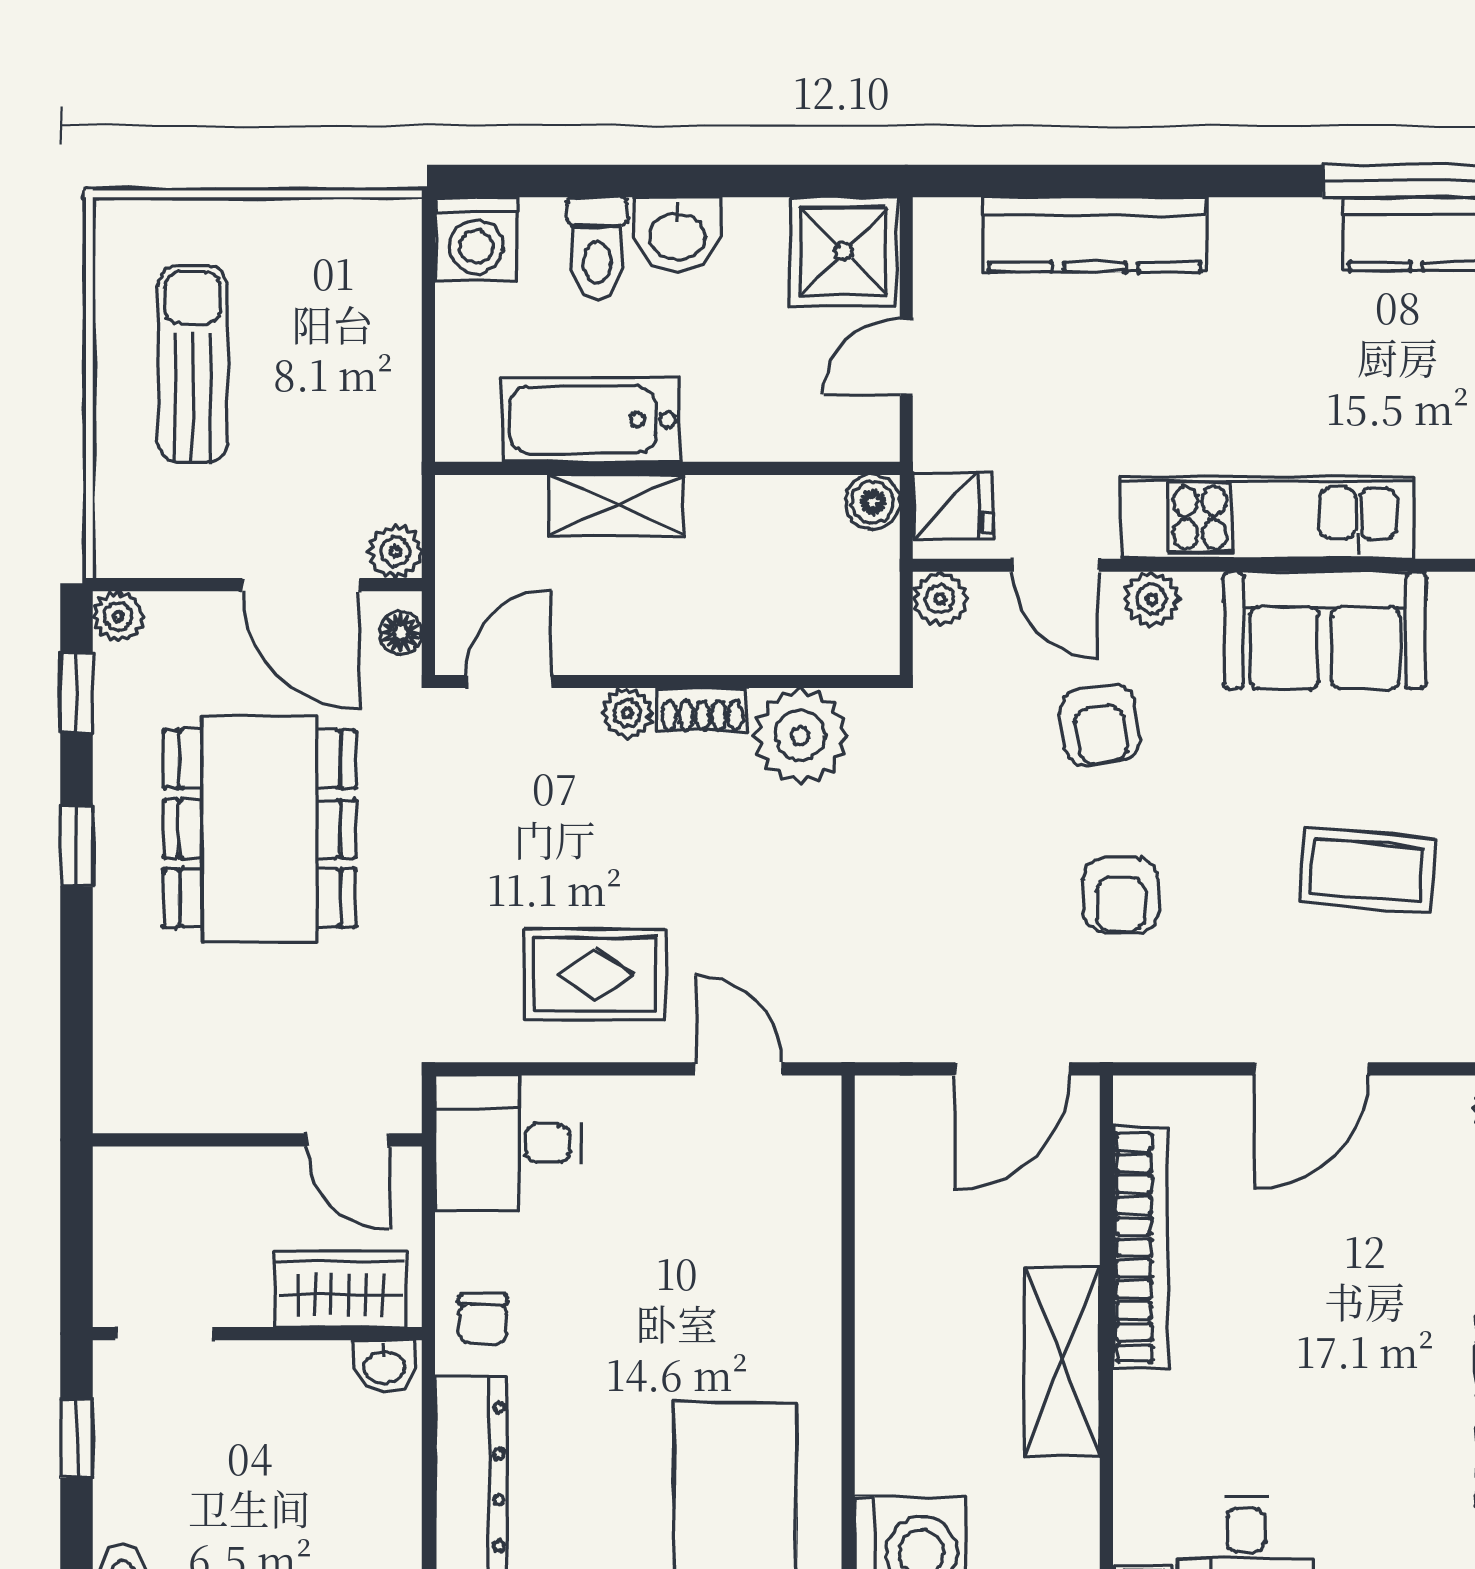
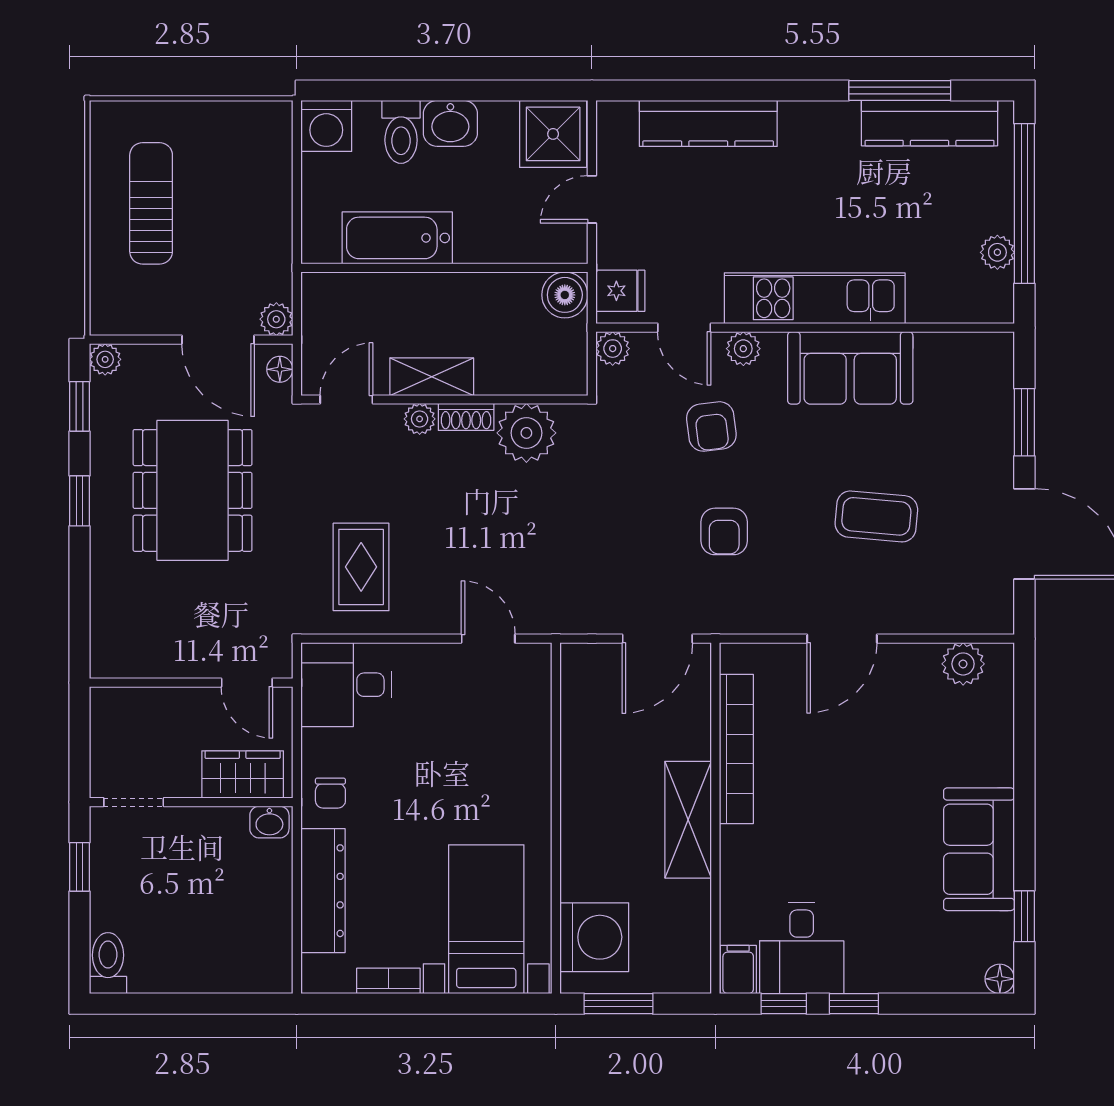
boiler: (872, 502) -> (565, 295), width x1.36, depth x1.36
shelving: (616, 505) -> (432, 377), moved
rug: (595, 974) -> (361, 567), moved, turned 90

